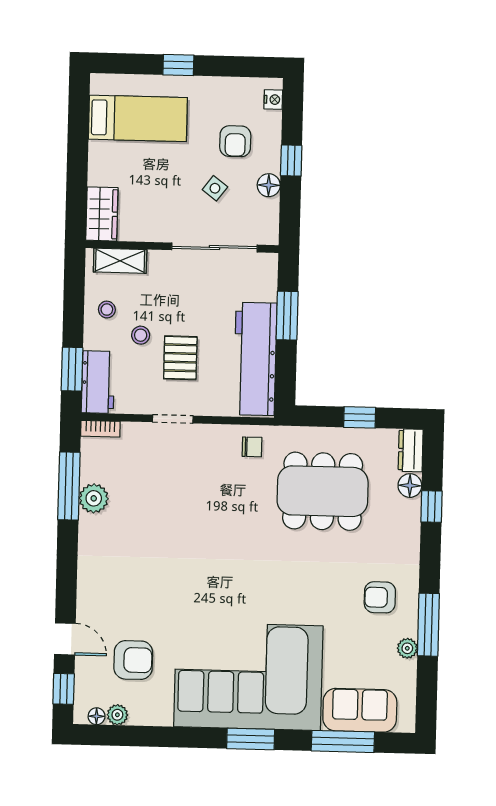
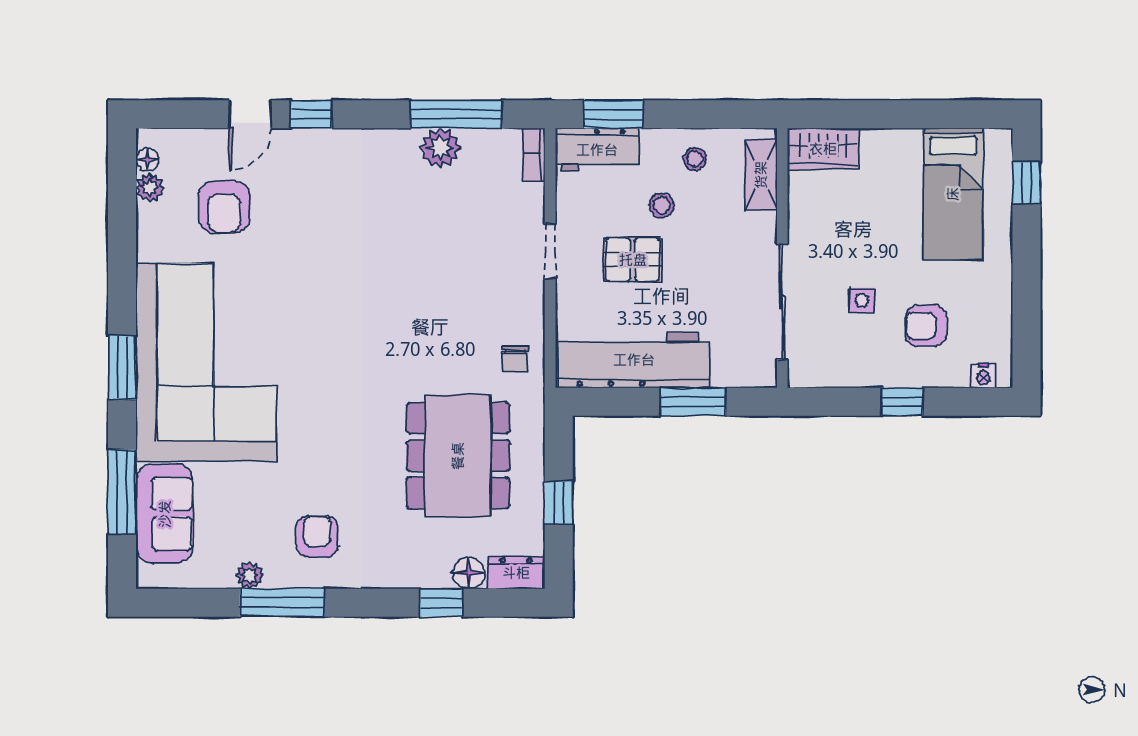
window: (178, 65) -> (1027, 183), moved
floor lamp: (269, 185) -> (868, 372), removed
side table: (215, 188) -> (862, 300), turned -37
window: (64, 689) -> (311, 114), moved

